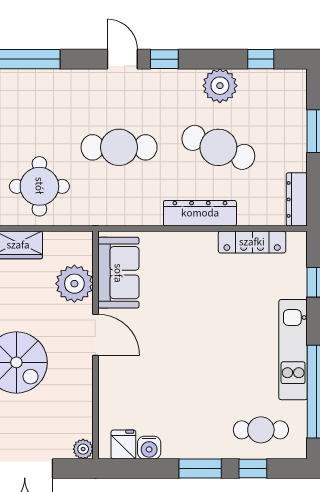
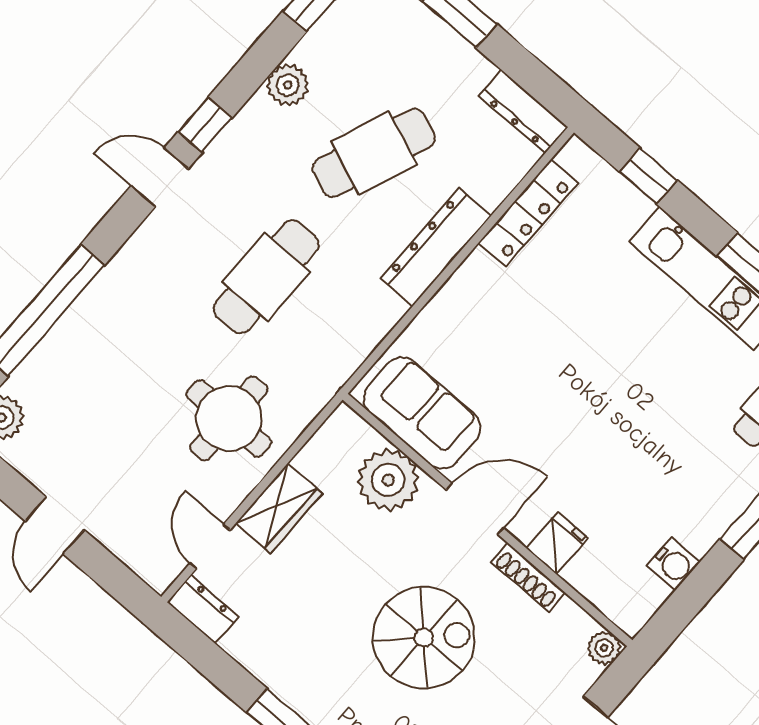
plant: (220, 86) -> (288, 85), width x0.73, depth x0.73
shoe rack: (85, 386) -> (528, 577), added
fridge: (123, 445) -> (557, 543), moved, turned 90

